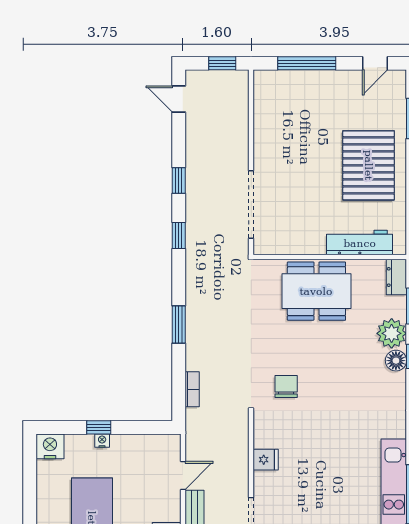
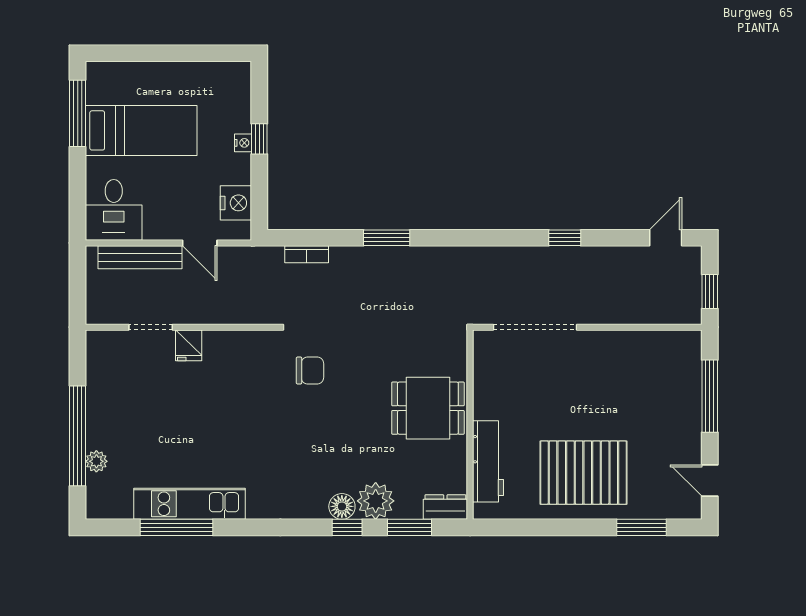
window: (179, 235) -> (497, 238), removed
dining table: (316, 291) -> (428, 408), width x0.73
nightstand: (50, 446) -> (236, 203), moved
fridge: (266, 460) -> (189, 345), moved

